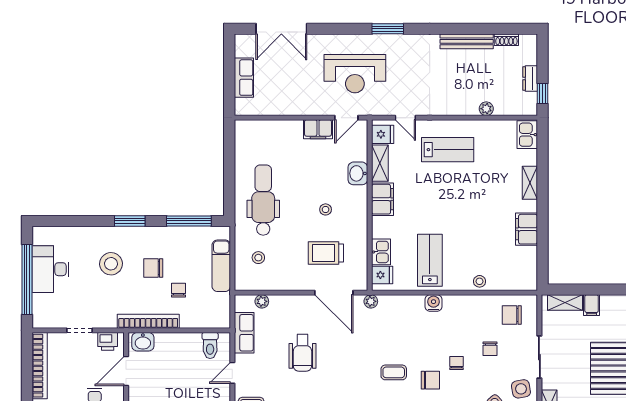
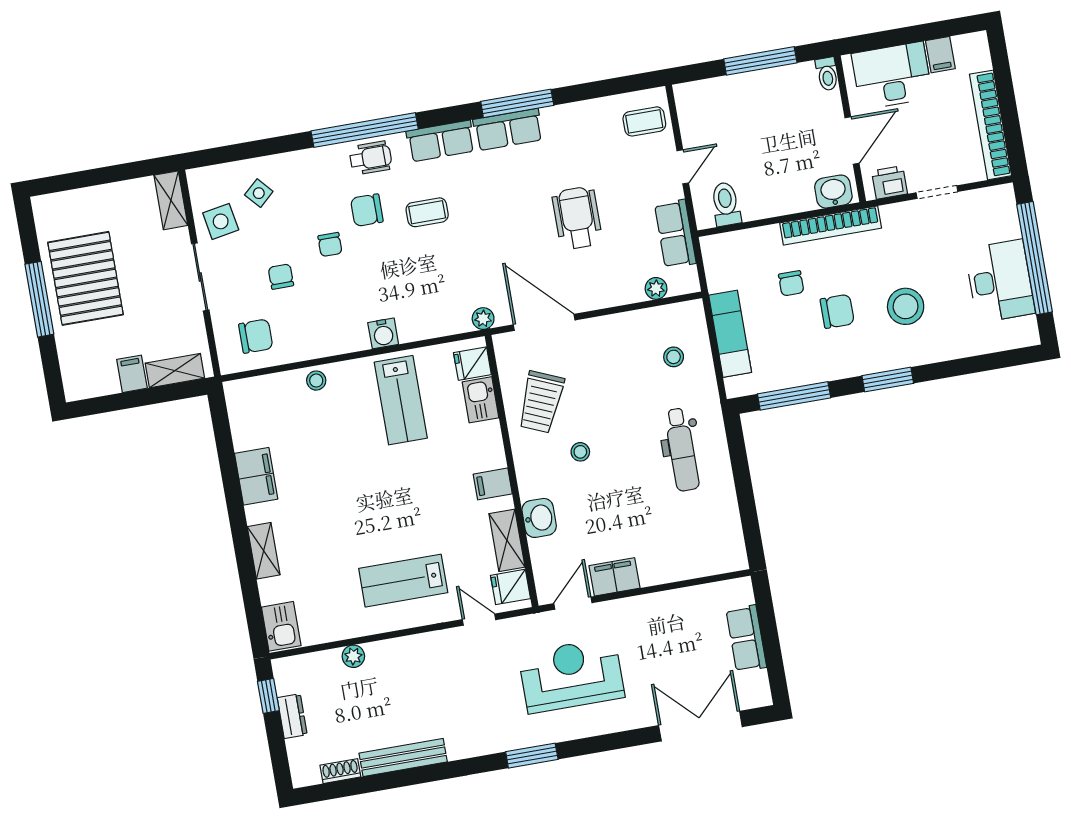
filing cabinet: (383, 199) -> (493, 484), width x0.50
dental chair: (263, 200) -> (682, 450), width x0.73, depth x0.72
trolley: (326, 253) -> (541, 402), moved, turned 113

